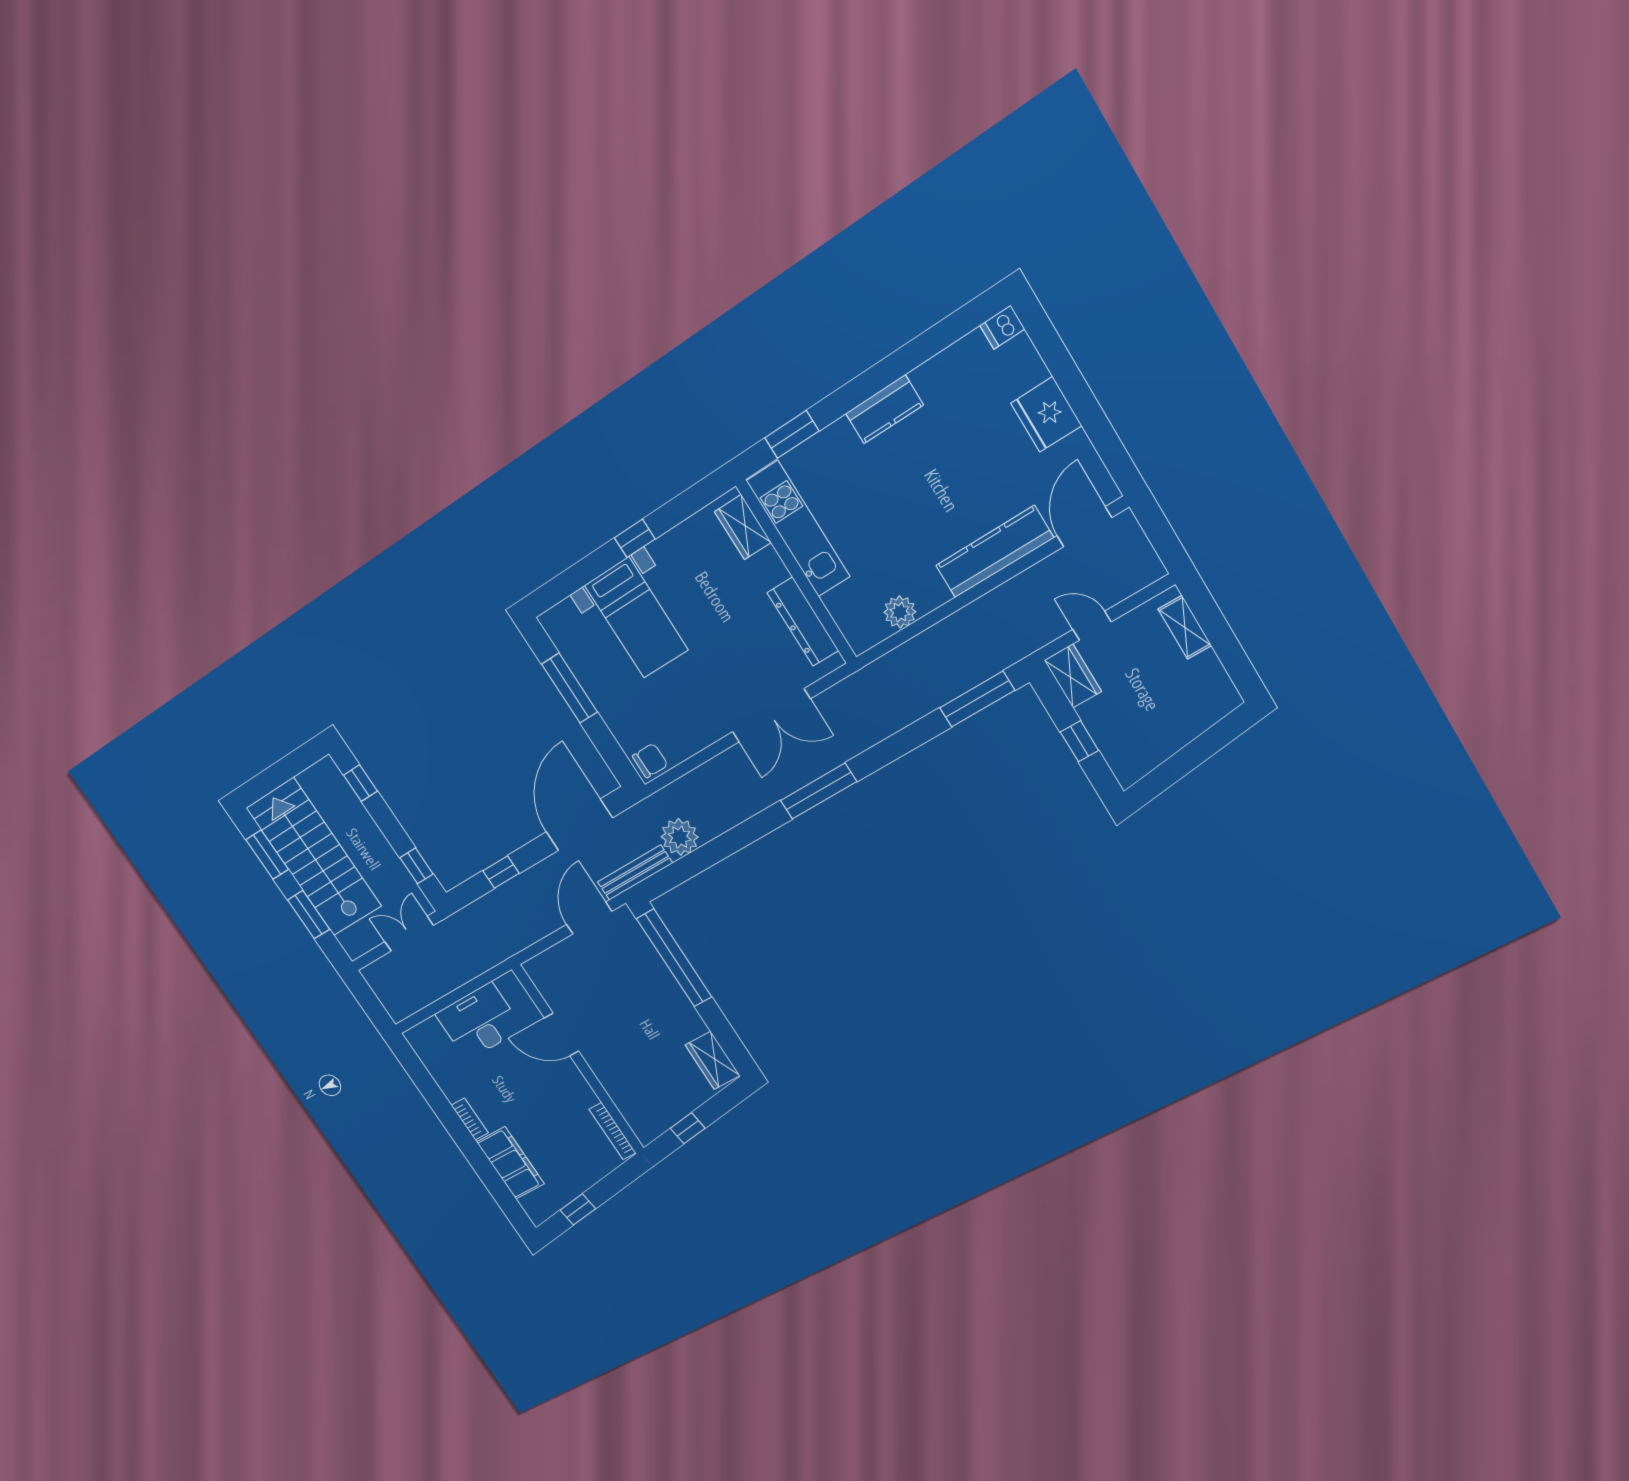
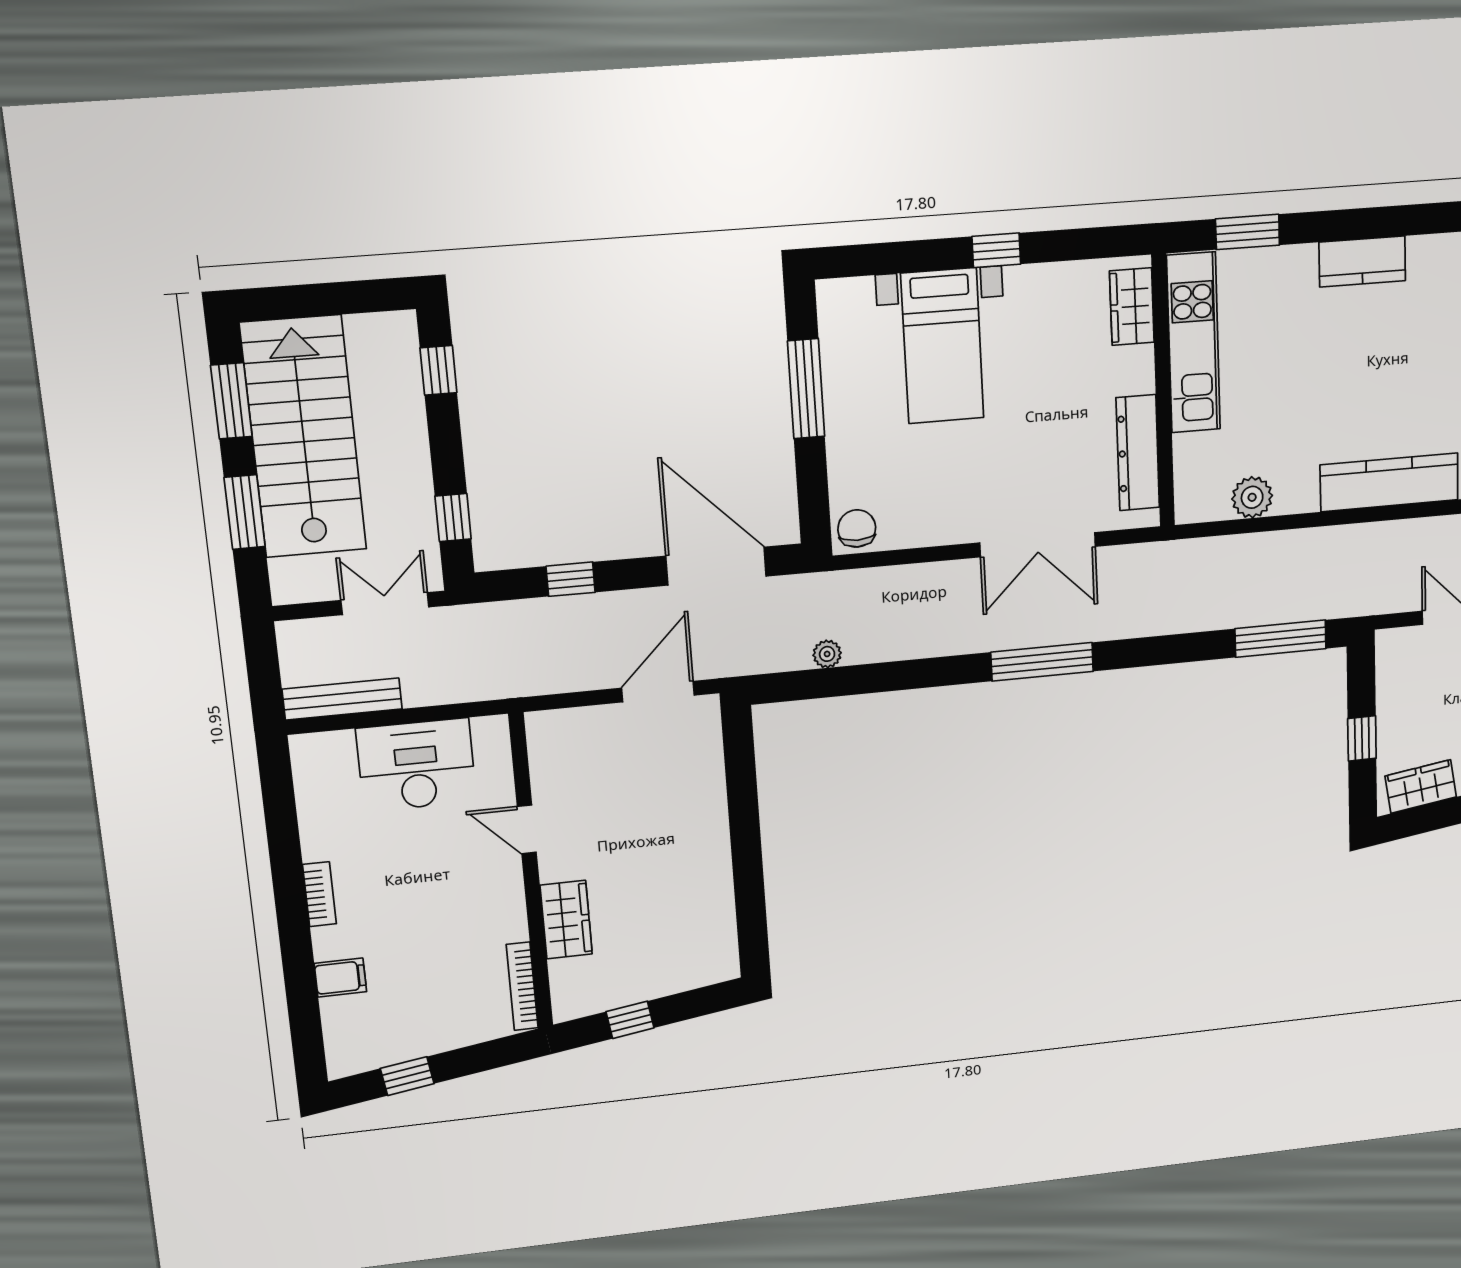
wardrobe: (1073, 676) -> (1421, 787), moved, turned -98
chair: (650, 761) -> (857, 528), turned -90
door: (579, 825) -> (716, 566), hinge flipped
plant: (680, 837) -> (827, 654), width x0.53, depth x0.53
bench: (635, 873) -> (342, 699), moved
window: (674, 958) -> (742, 790), removed
door: (561, 1034) -> (527, 829), width x0.73
wardrobe: (713, 1060) -> (566, 920), moved, turned 180
filing cabinet: (510, 1163) -> (340, 978), width x0.33, depth x0.86

